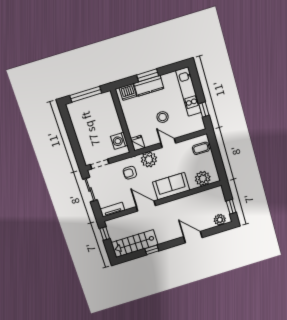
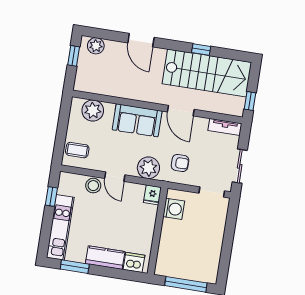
window: (148, 75) -> (75, 267), moved
stool: (163, 117) -> (93, 186), moved
stairs: (135, 244) -> (207, 73), width x1.36, depth x1.51

